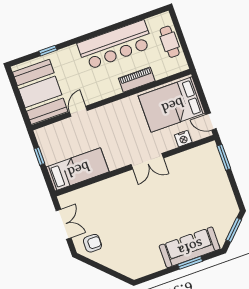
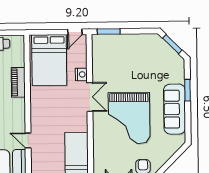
nightstand: (183, 139) -> (81, 74), moved
grand piano: (139, 211) -> (129, 118), added
sofa: (190, 247) -> (175, 109), moved

